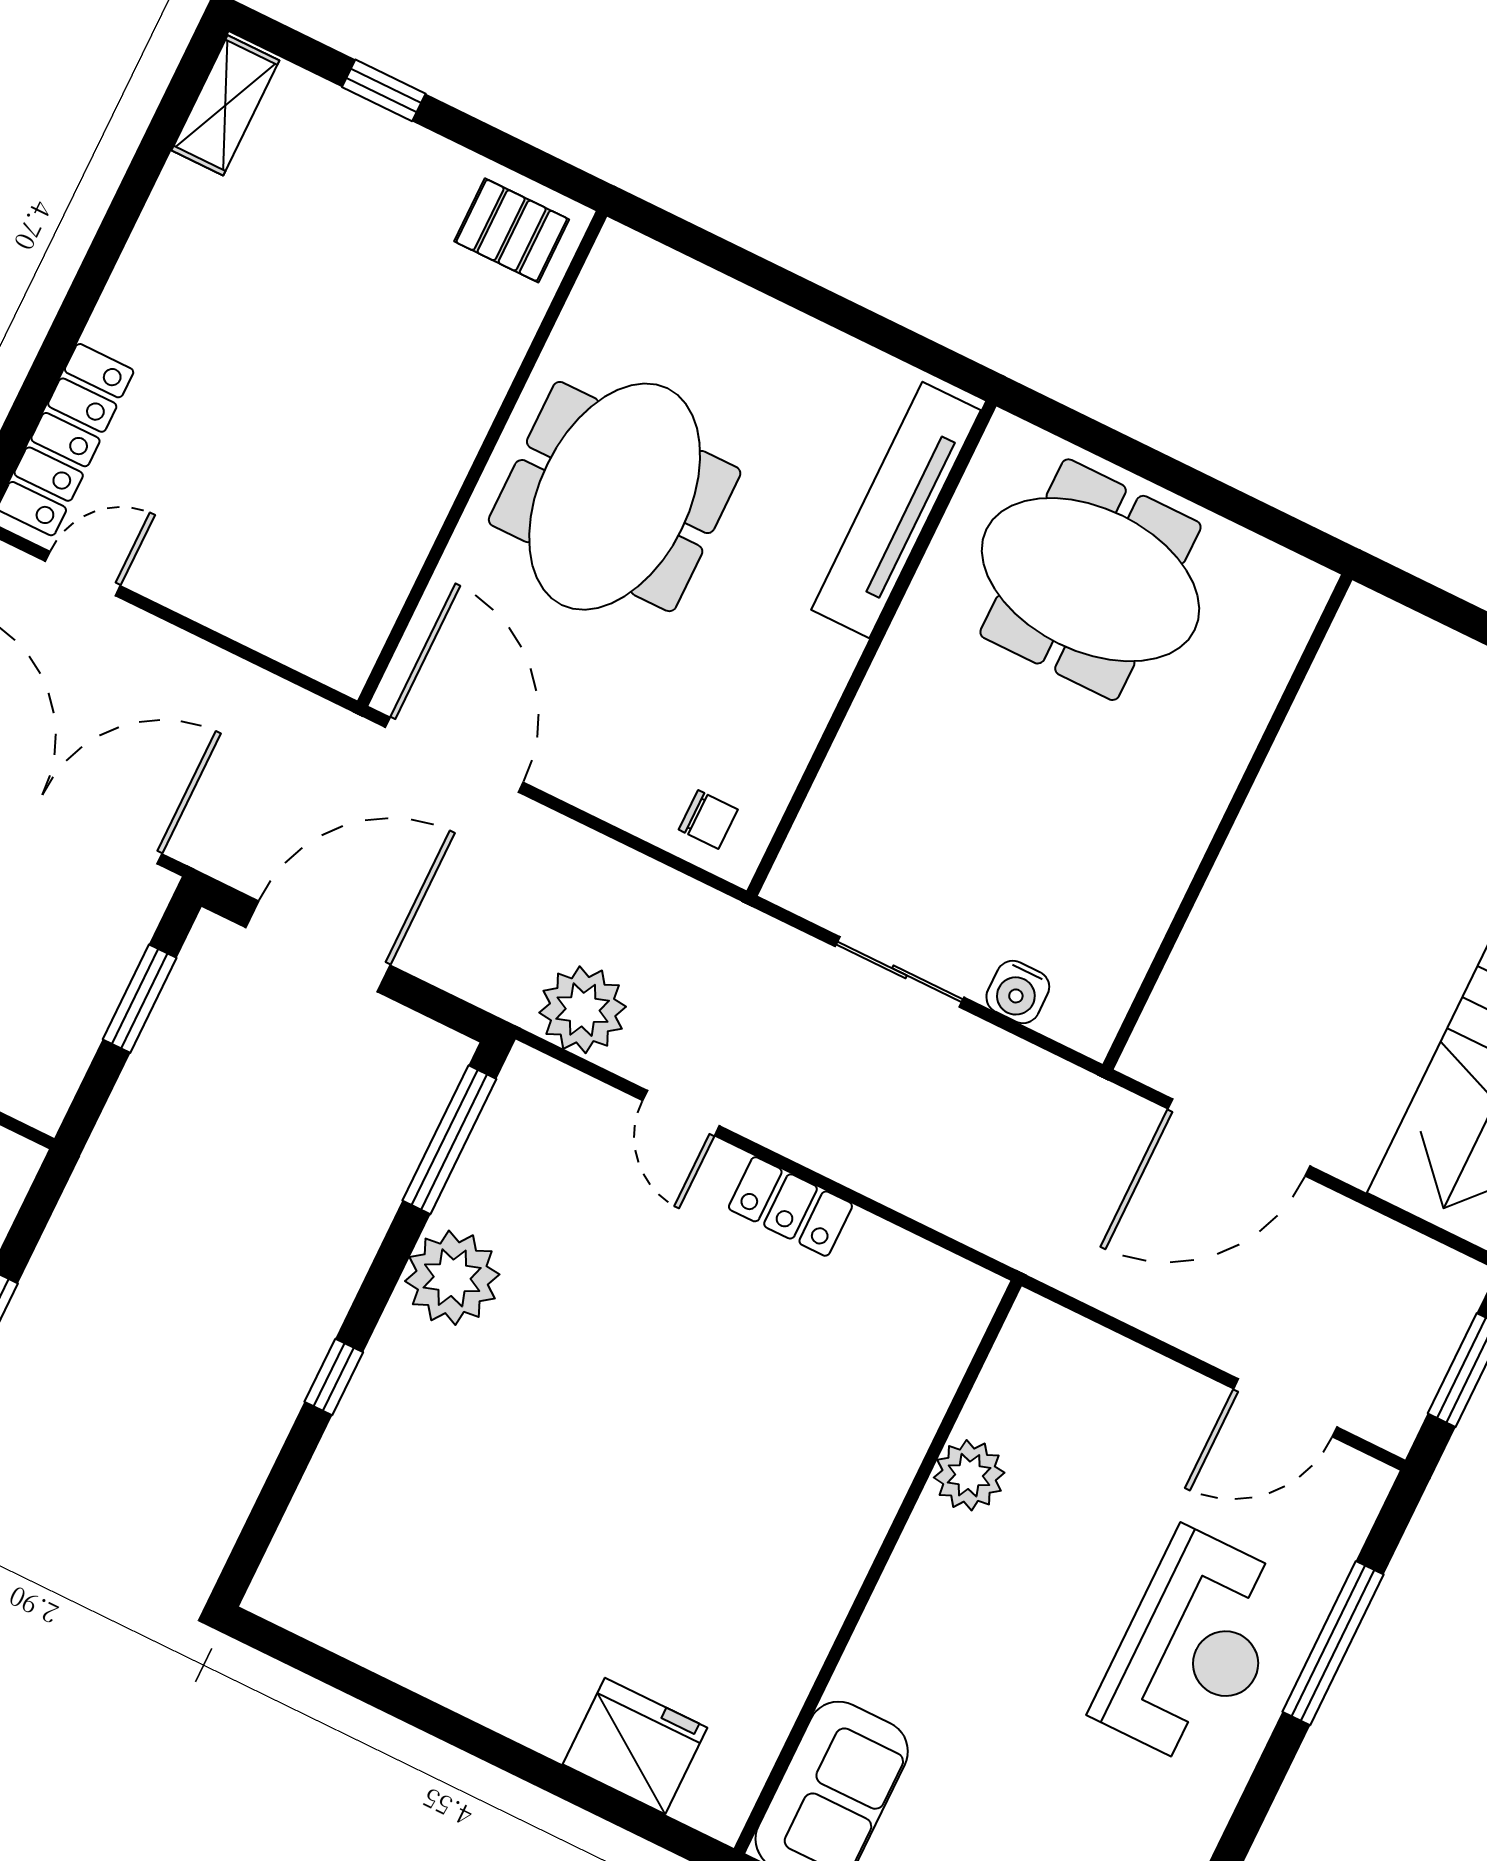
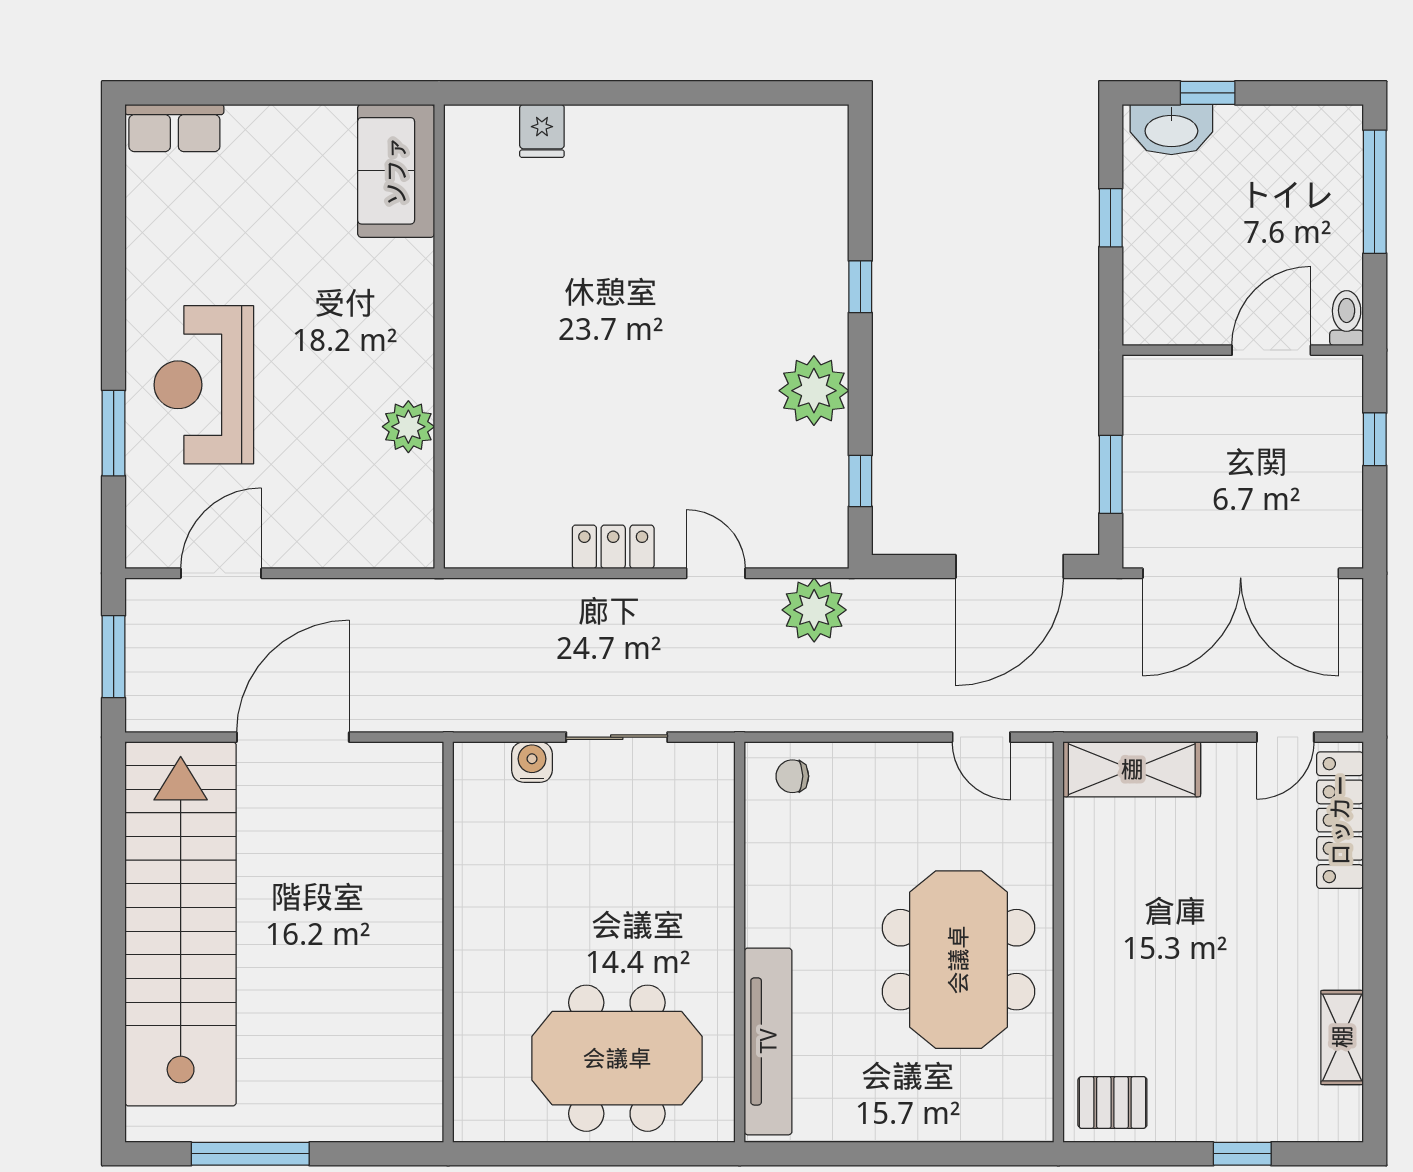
shelving: (225, 105) -> (1342, 1037), moved
shelving: (290, 626) -> (1132, 769), added
door: (454, 755) -> (981, 737), width x0.53
door: (1239, 1137) -> (293, 737), moved
window: (449, 1140) -> (860, 481), width x0.46
window: (1333, 1643) -> (114, 433), width x0.69
fridge: (635, 1746) -> (542, 131), width x0.53, depth x0.75

